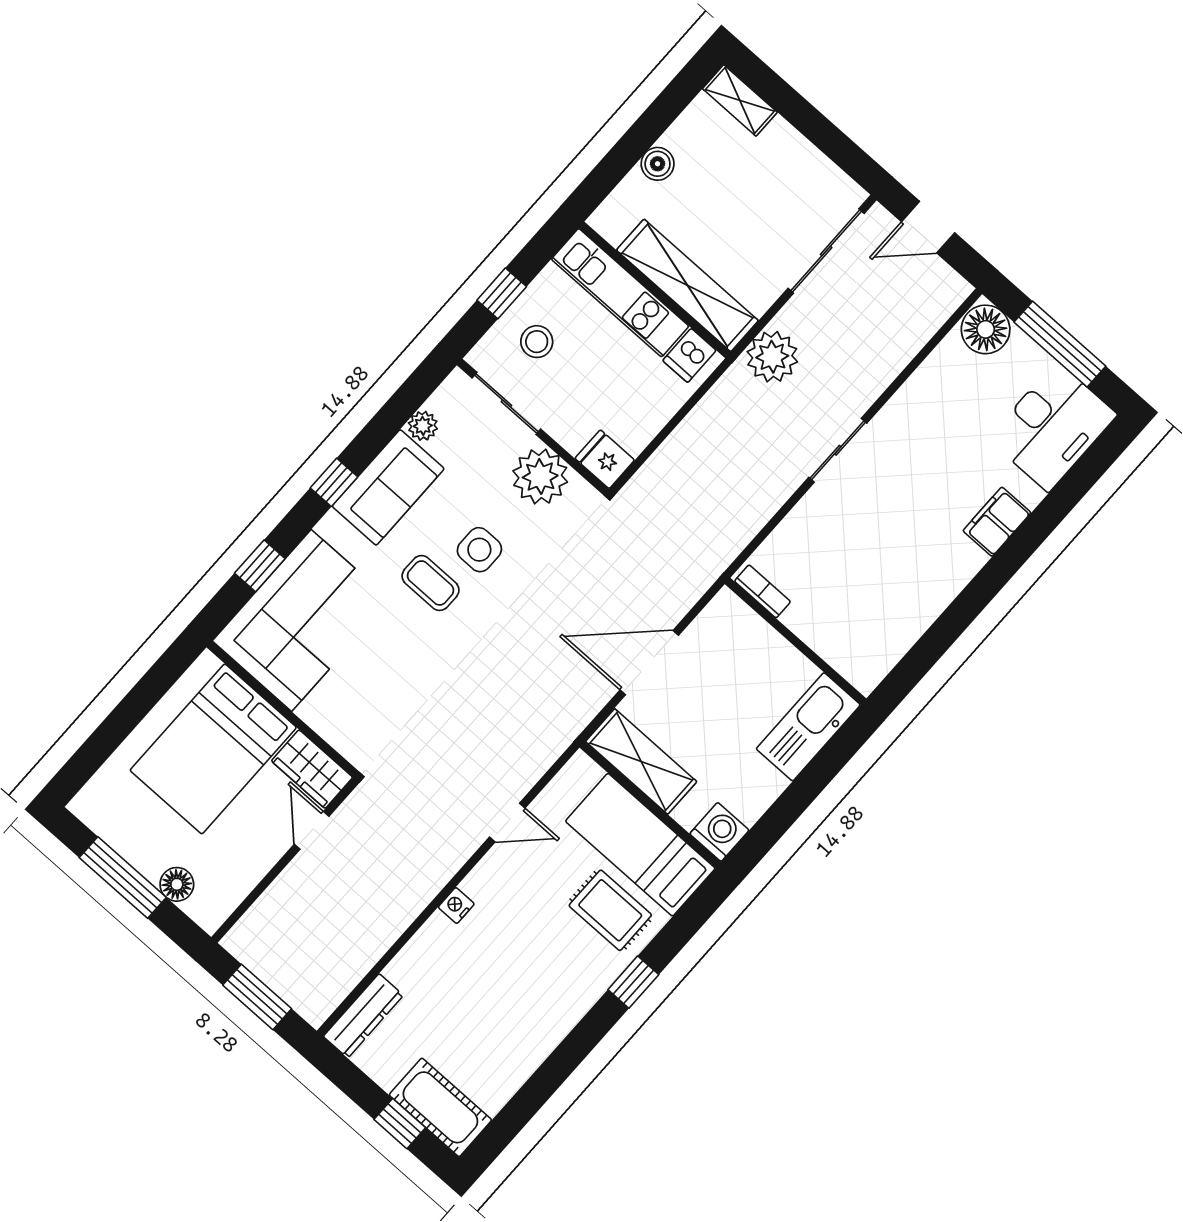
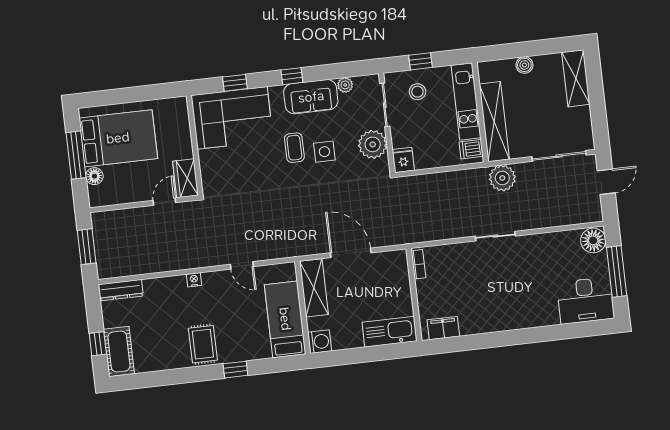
shelving: (740, 100) -> (576, 78), width x1.50, depth x1.33
door: (928, 227) -> (606, 182), swing flipped
filing cabinet: (997, 522) -> (443, 328), moved
bed: (213, 749) -> (118, 138), moved, turned 180
rug: (610, 910) -> (203, 344), moved

